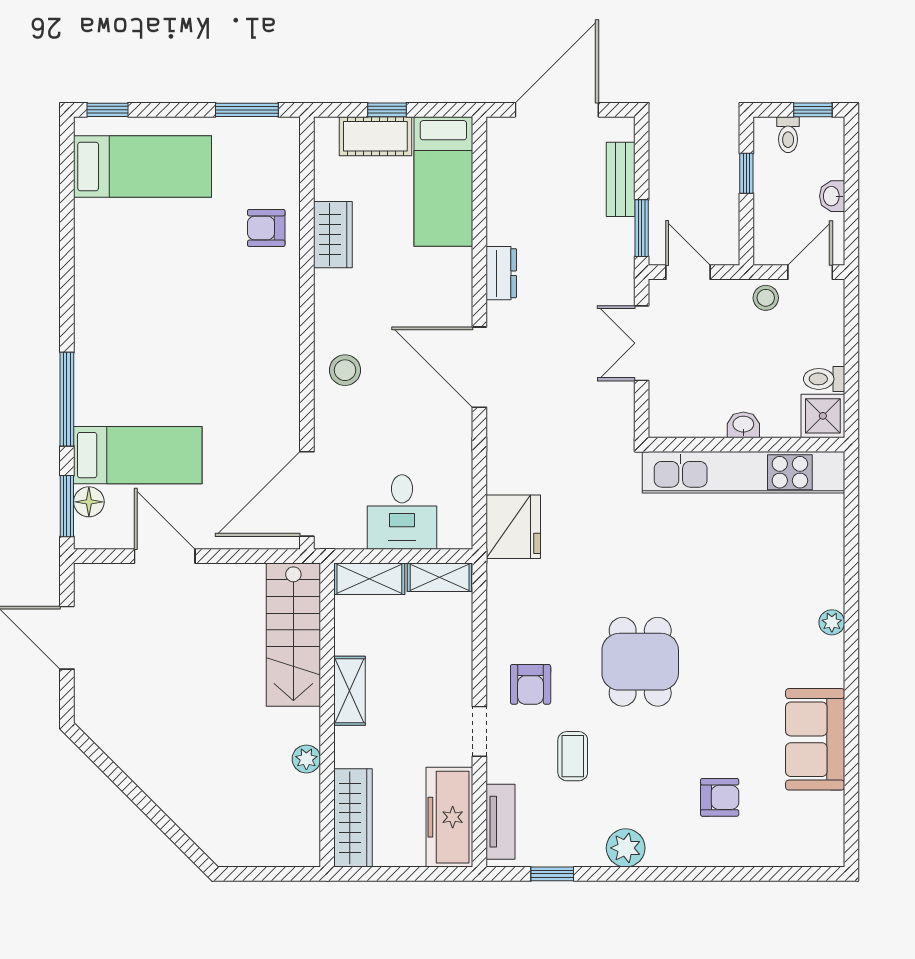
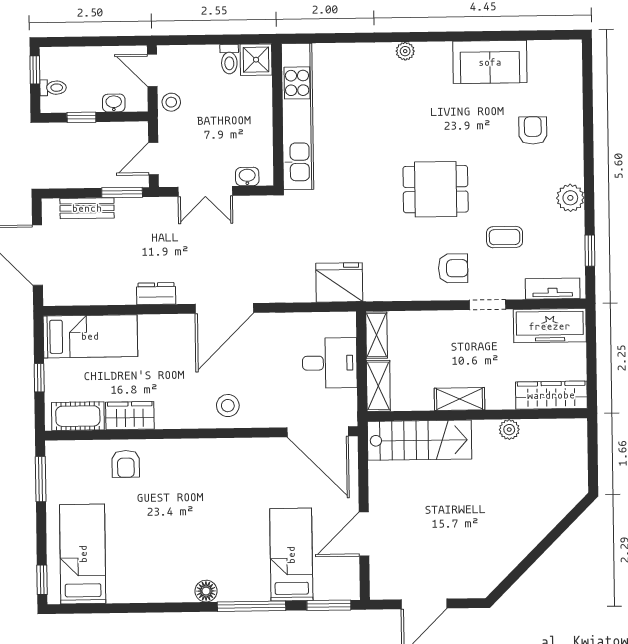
cot: (375, 136) -> (78, 416), moved, turned 90
washbasin: (832, 196) -> (114, 103), moved, turned 180
washbasin: (743, 425) -> (247, 177), moved, turned 90
floor lamp: (89, 502) -> (206, 591), moved

